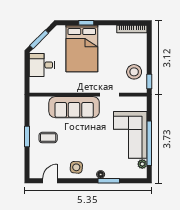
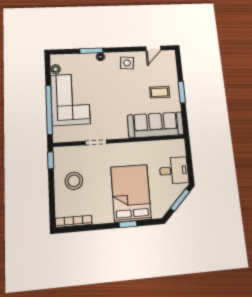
stool: (134, 72) -> (74, 181), moved
sofa: (74, 107) -> (156, 125), moved
window: (149, 143) -> (49, 110), moved

